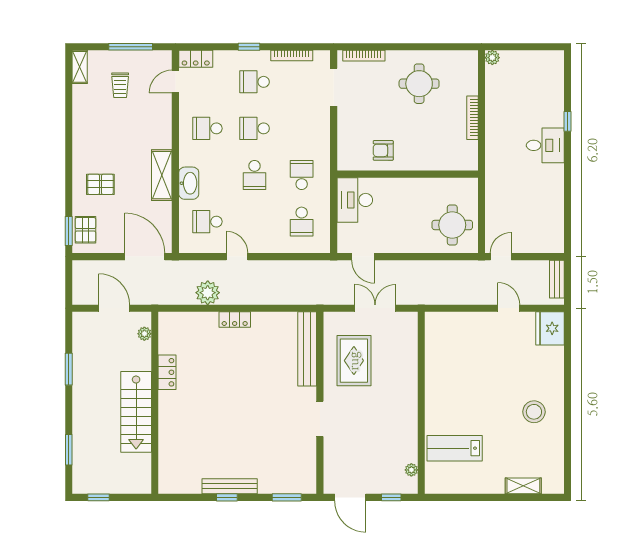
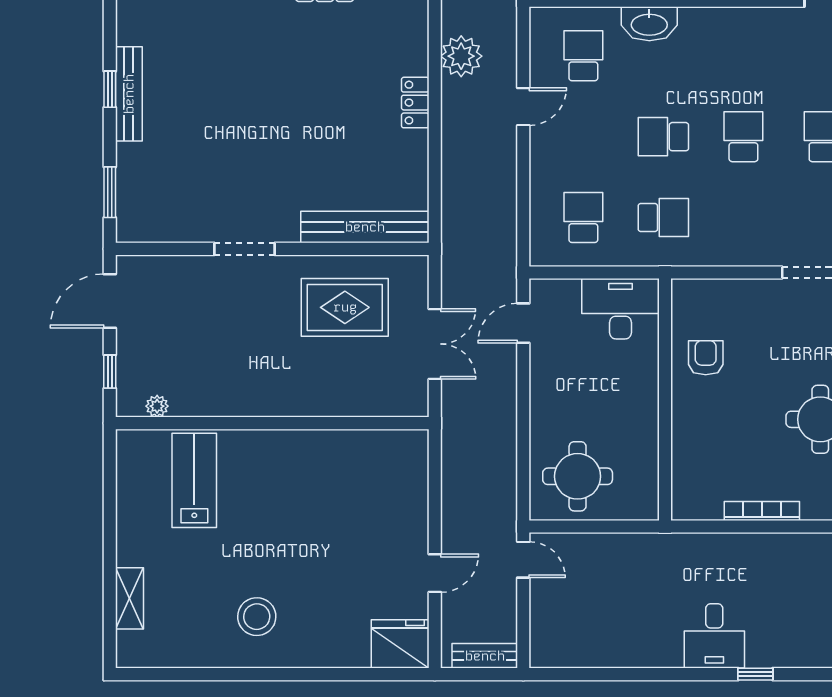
school desk: (207, 128) -> (743, 56), removed
school desk: (302, 222) -> (583, 218), turned 90

